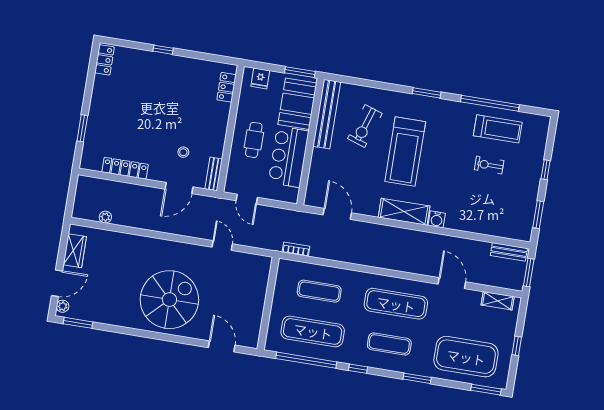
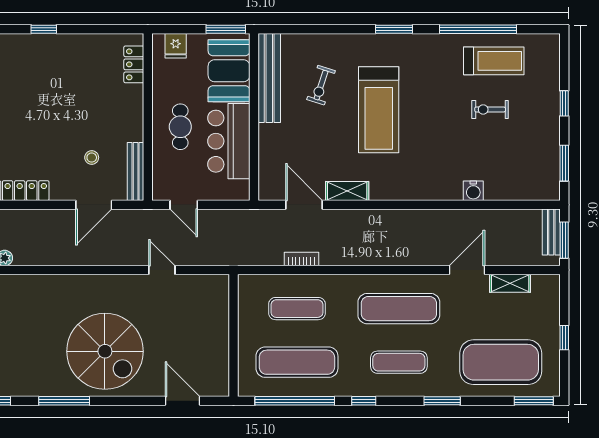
exercise bike: (365, 126) -> (321, 85), width x0.73, depth x0.72
bench: (214, 174) -> (136, 172), width x1.36
shelving: (404, 212) -> (347, 191), moved, width x0.67, depth x0.75
water cooler: (437, 219) -> (473, 191), moved
bookcase: (296, 249) -> (301, 259), moved
bench: (509, 252) -> (551, 232), moved, turned 90
door: (452, 283) -> (467, 270), hinge flipped
spiral stairs: (169, 300) -> (105, 351), turned 90
shelving: (498, 301) -> (510, 283), moved
window: (133, 332) -> (64, 401), added

